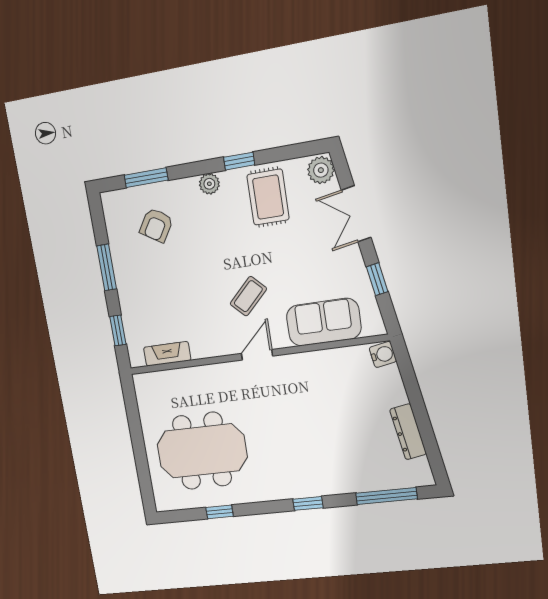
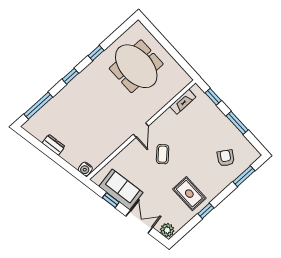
plant: (209, 184) -> (213, 192), removed
rug: (268, 197) -> (189, 194), moved
sofa: (324, 322) -> (121, 189), moved, turned -100
dresser: (408, 432) -> (54, 145), width x0.70
meeting table: (202, 451) -> (136, 66), turned 90
window: (220, 512) -> (96, 53), moved

